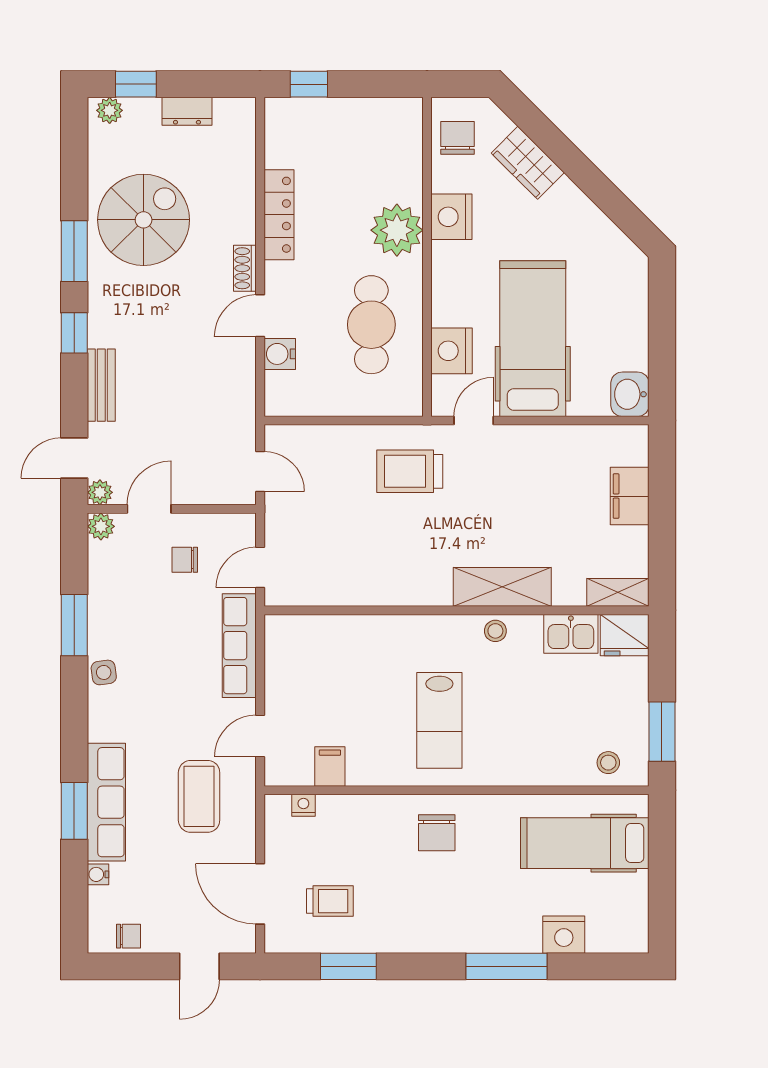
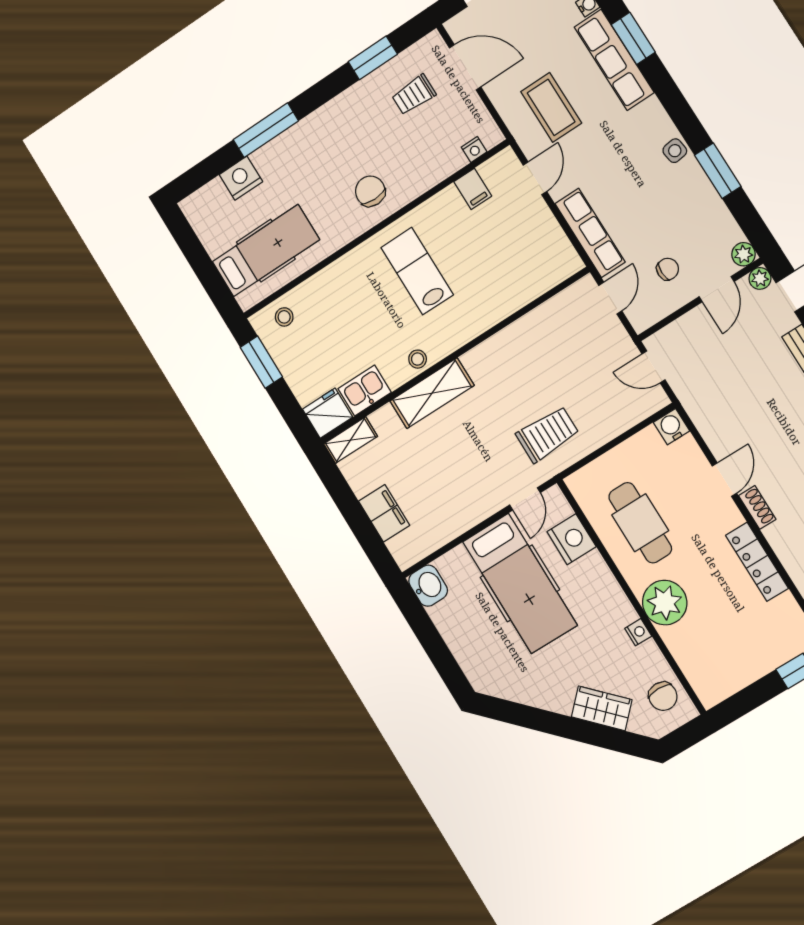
nightstand: (451, 217) -> (638, 632), width x0.53, depth x0.56
water cooler: (280, 354) -> (671, 427), moved, turned -90

